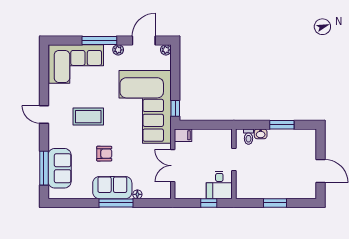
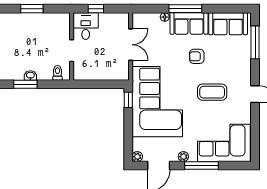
washbasin: (261, 134) -> (30, 75), moved
filing cabinet: (183, 135) -> (121, 74), removed
sofa: (60, 168) -> (228, 24), moved, turned -90

